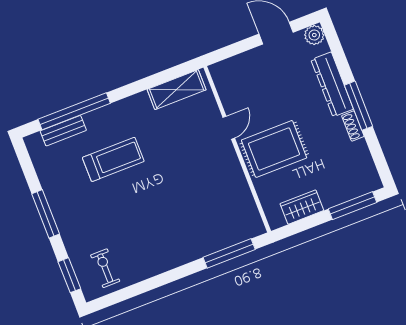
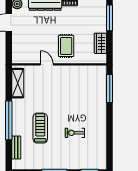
window: (74, 111) -> (9, 120), moved
rug: (274, 149) -> (66, 46), width x0.73, depth x0.70
exercise bike: (105, 268) -> (75, 133), moved

